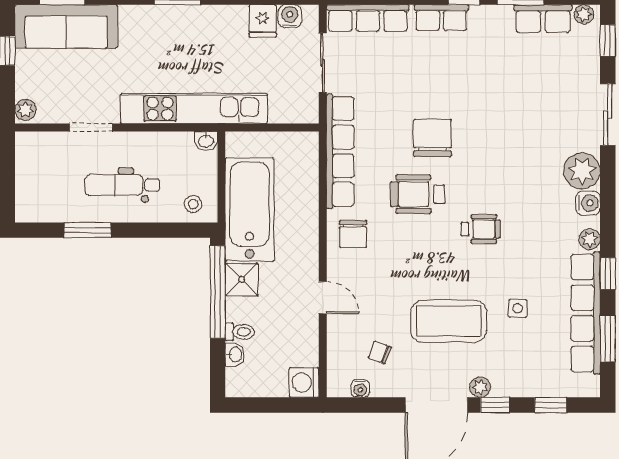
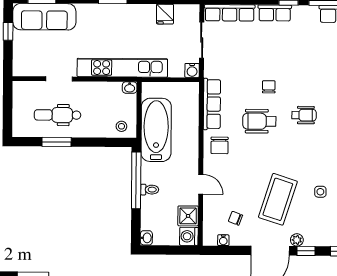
water cooler: (290, 16) -> (192, 70), moved, turned 180
plant: (25, 110) -> (19, 68), removed
chair: (433, 138) -> (269, 87), width x0.54, depth x0.54
row of seats: (340, 151) -> (212, 104), width x0.73
dental chair: (122, 185) -> (58, 115), moved
wheelchair: (481, 229) -> (304, 115), moved
shower: (242, 280) -> (188, 216), moved
coffee table: (449, 321) -> (278, 199), turned -72
toilet: (240, 332) -> (150, 190), moved
washbasin: (235, 355) -> (146, 238), moved

